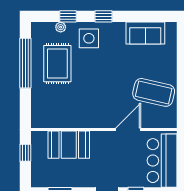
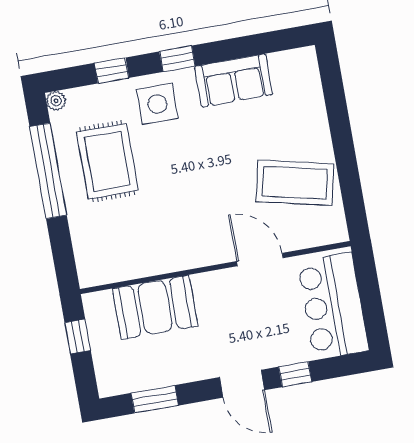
plant: (61, 27) -> (56, 101), moved
sofa: (145, 33) -> (234, 80), moved
door: (128, 129) -> (260, 260), hinge flipped

